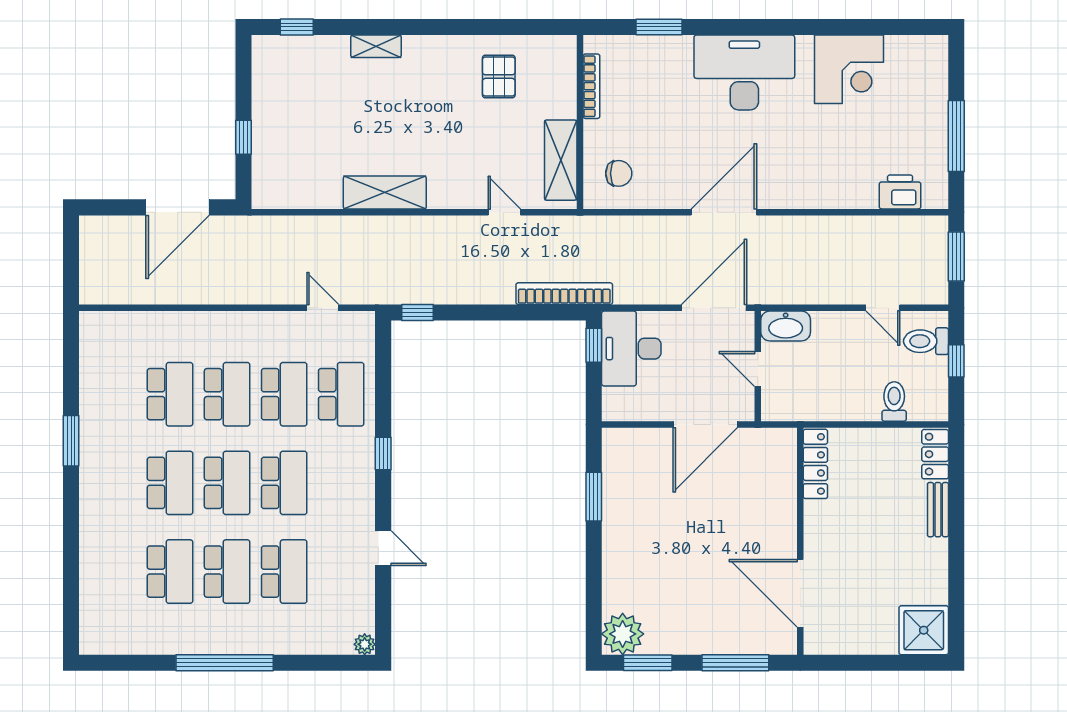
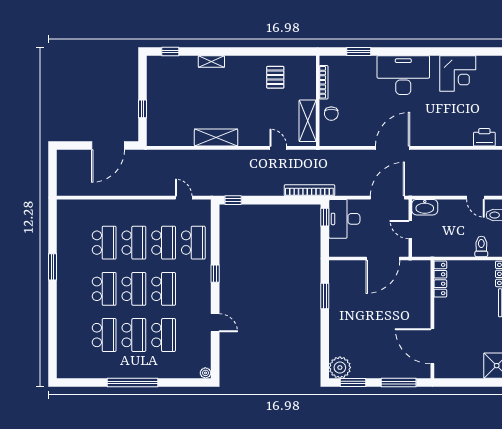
chair: (619, 173) -> (331, 114), moved, turned 90

